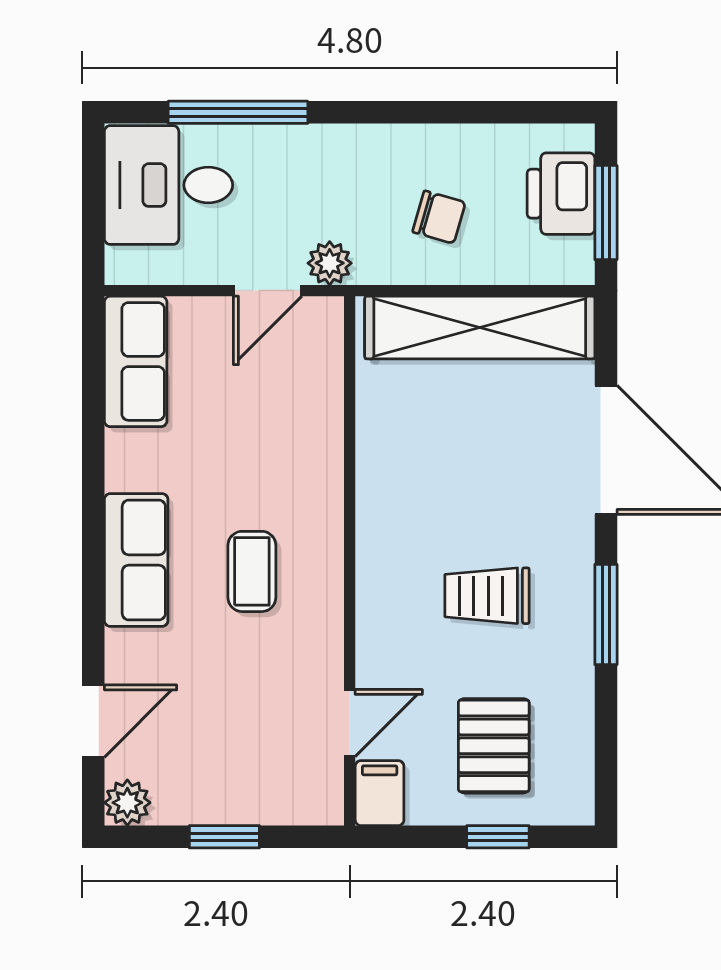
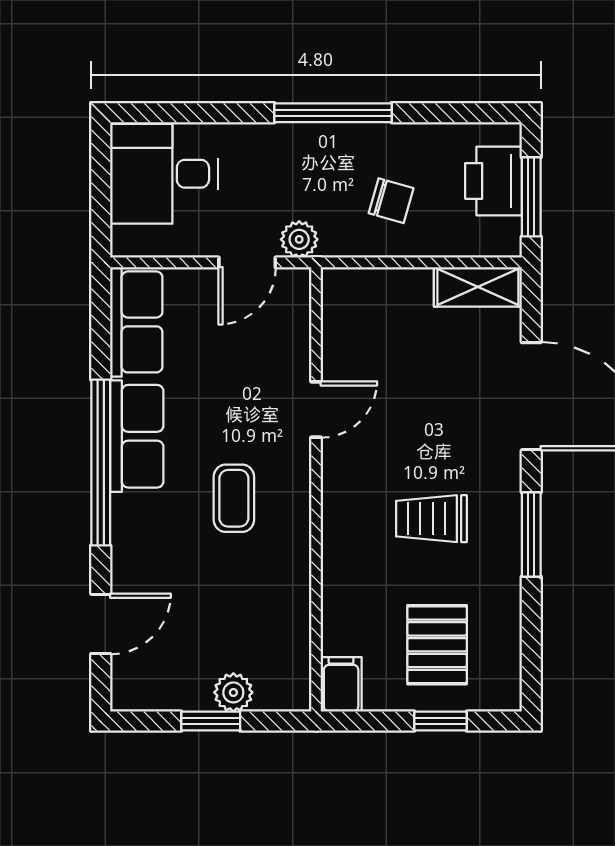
window: (238, 112) -> (333, 113), moved
shelving: (480, 328) -> (478, 287), width x0.45, depth x0.75
window: (93, 529) -> (101, 463), added
row of seats: (136, 560) -> (137, 436), moved
door: (350, 723) -> (316, 410), moved
plant: (127, 803) -> (233, 692), moved

